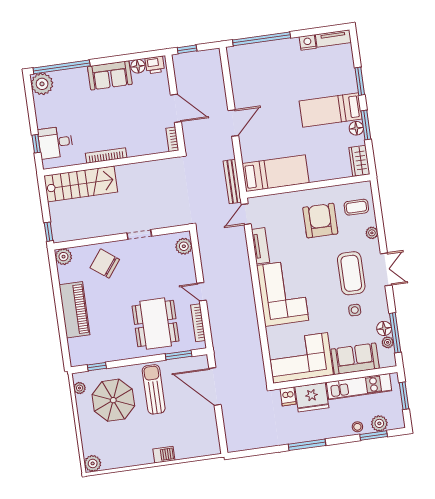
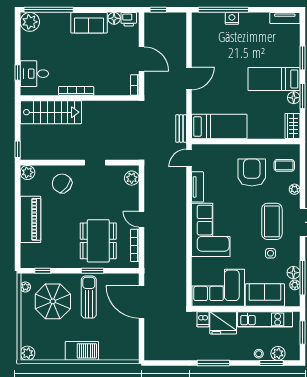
nightstand: (308, 42) -> (232, 18), moved
bench: (232, 182) -> (181, 128), width x0.73
window: (179, 355) -> (93, 271), moved
barbecue: (164, 455) -> (82, 351), width x1.88, depth x1.53

